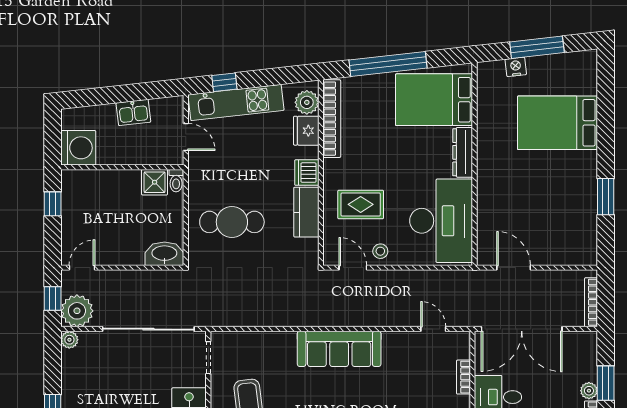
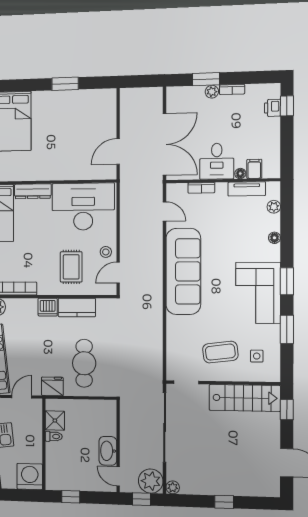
fridge: (306, 131) -> (52, 386), moved, turned 180
toilet: (176, 181) -> (54, 436), moved
washbasin: (164, 254) -> (108, 451), moved
bookcase: (591, 302) -> (144, 92), removed
door: (433, 329) -> (165, 211), swing flipped
sofa: (339, 349) -> (183, 271), width x1.36, depth x1.27

